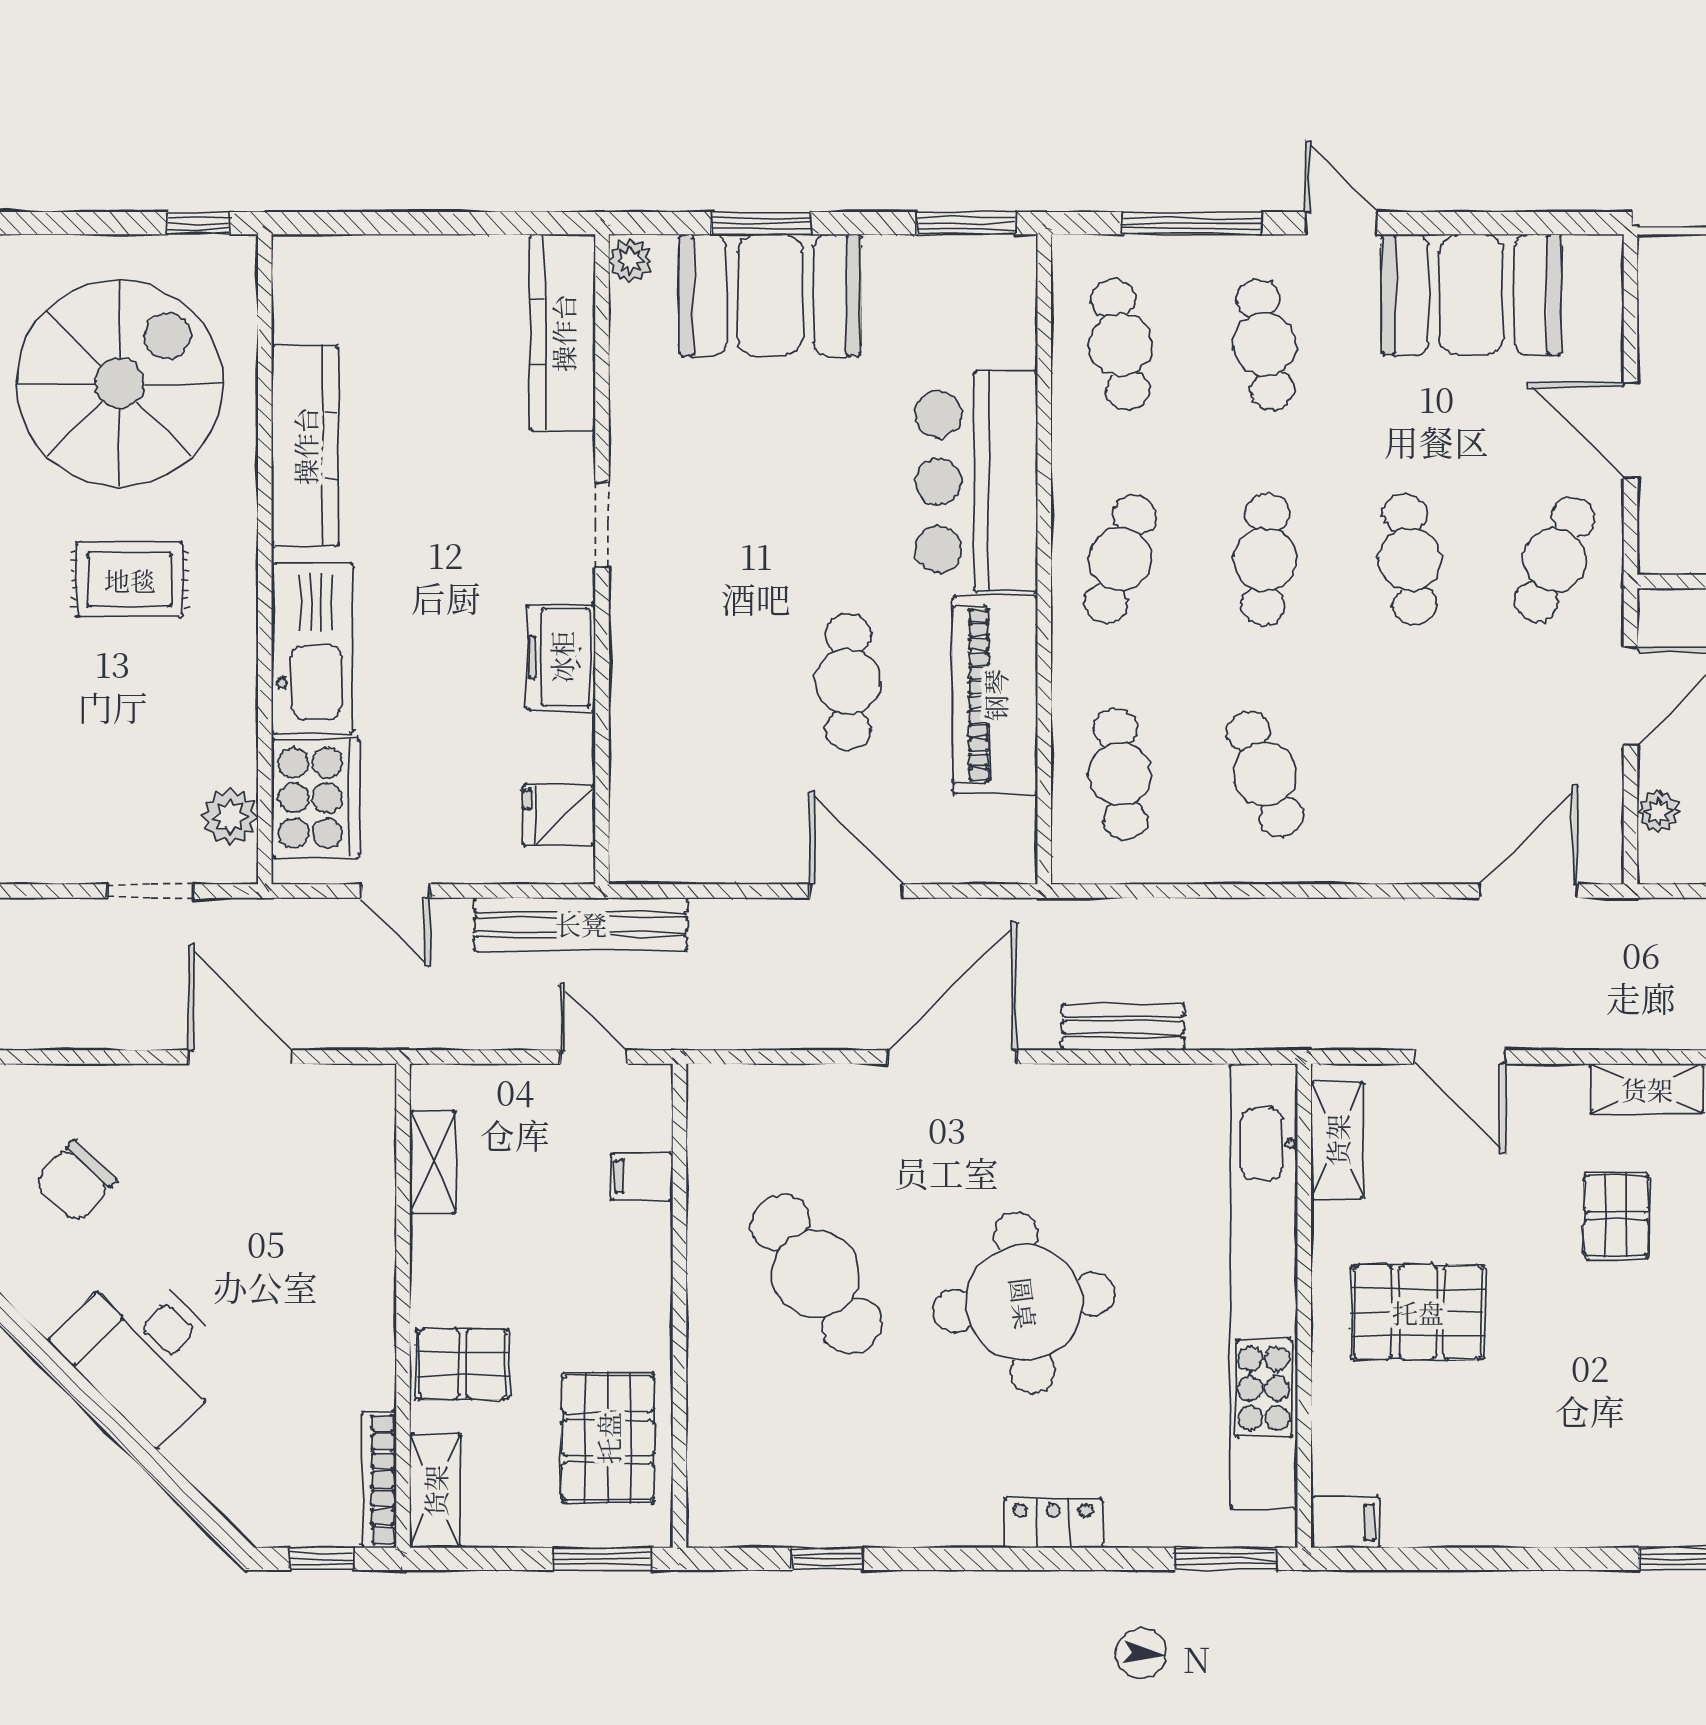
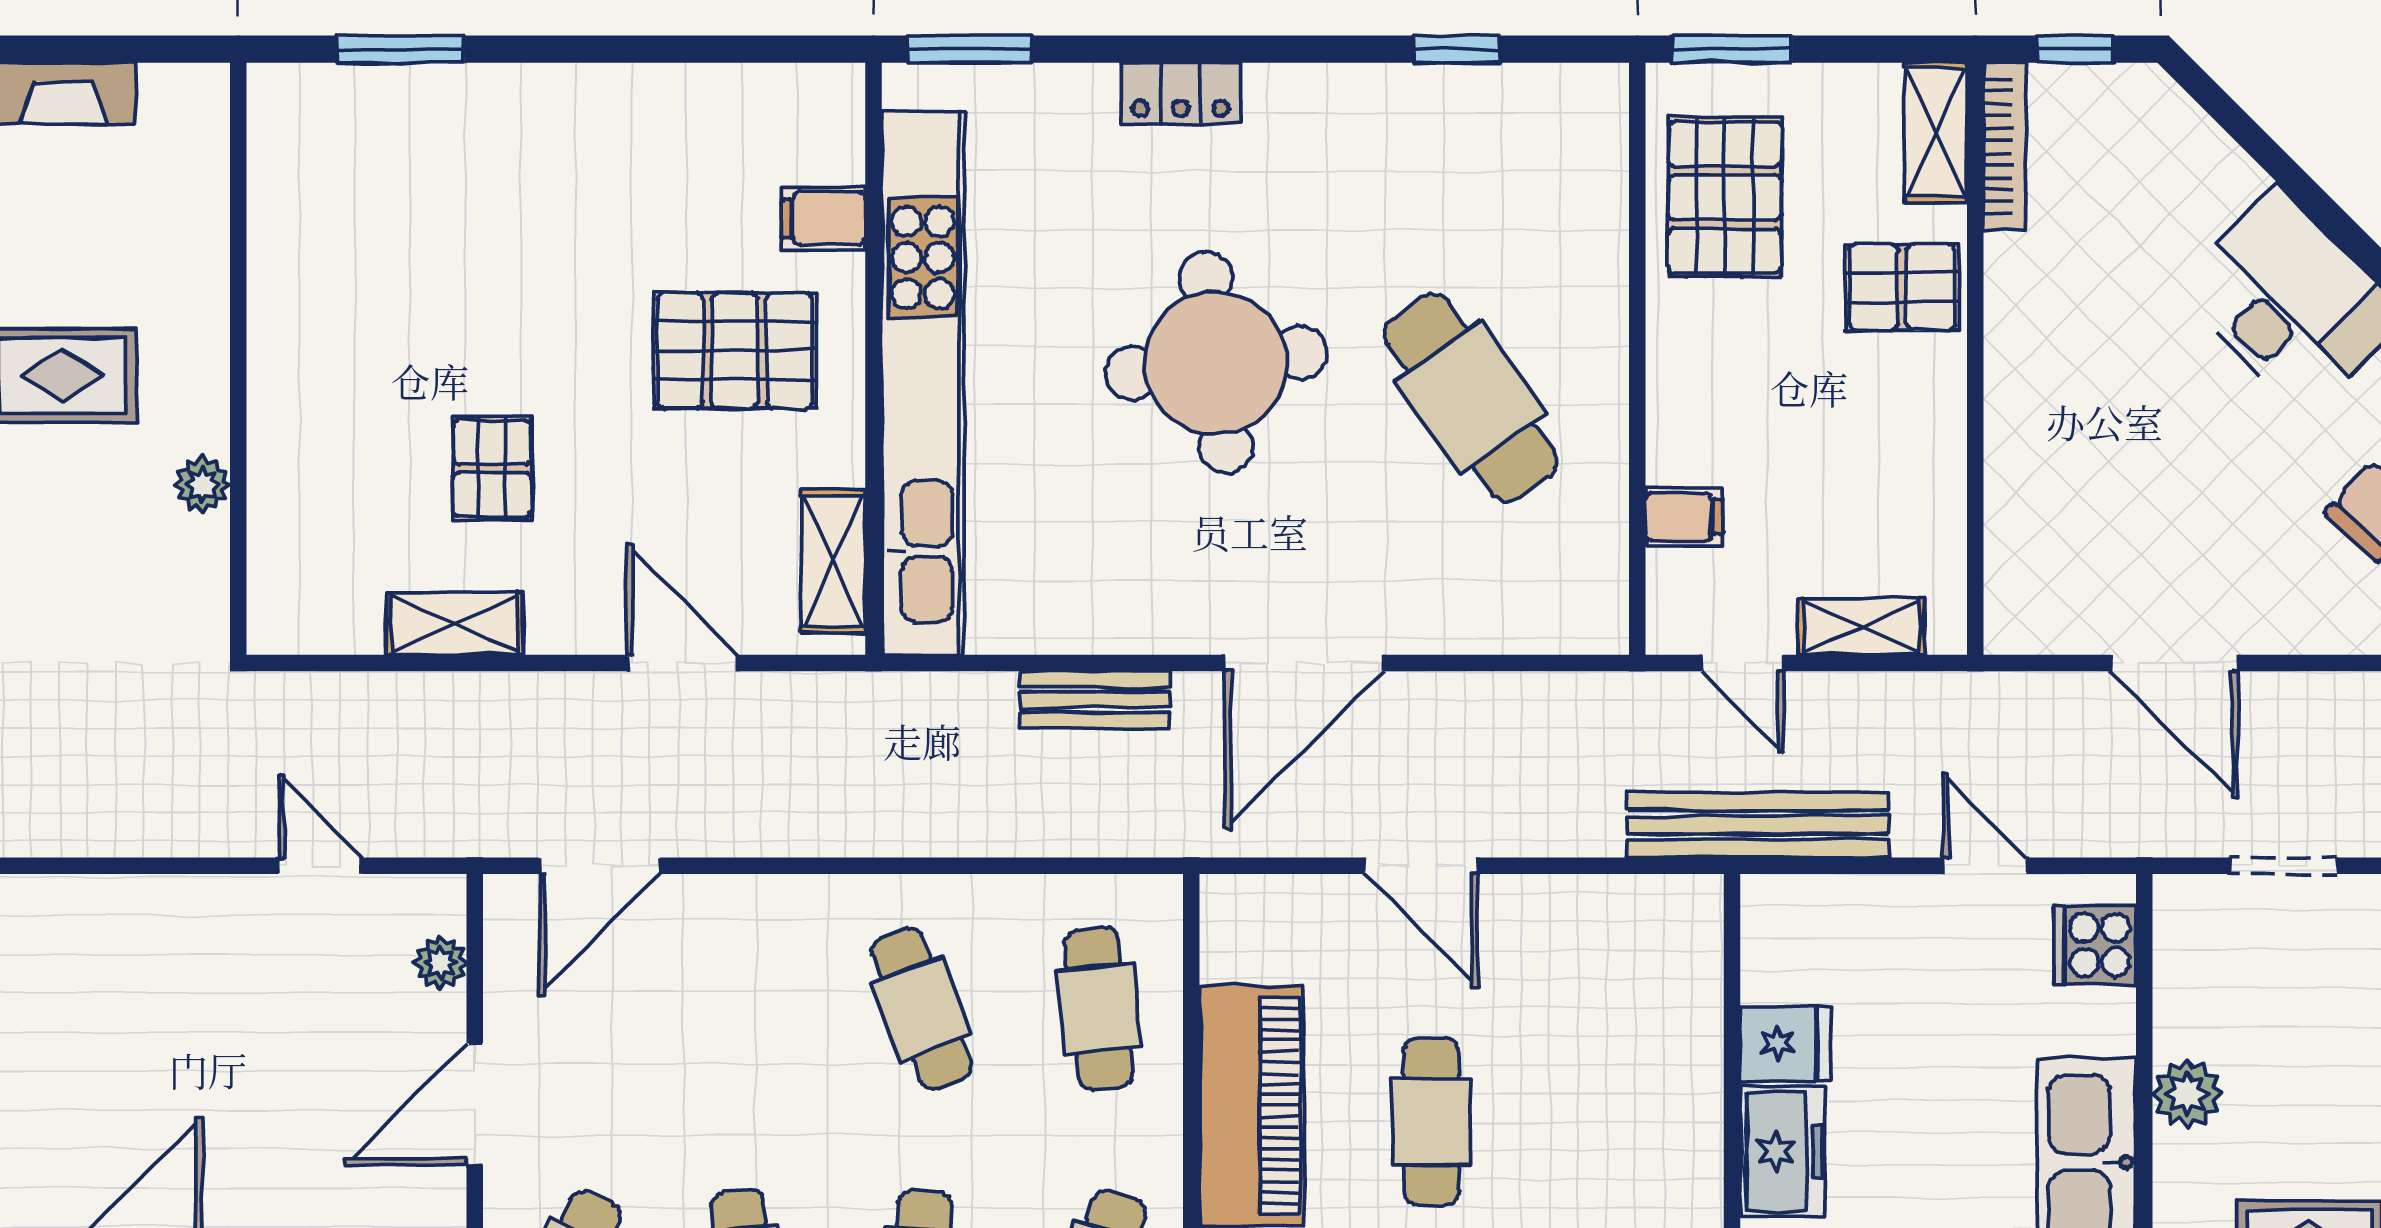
cooker: (316, 798) -> (2095, 945), width x0.53, depth x0.76
fridge: (559, 815) -> (1785, 1044), moved
plant: (230, 817) -> (2187, 1094), moved
shelving: (433, 1162) -> (1861, 626), moved, turned 90
filing cabinet: (1345, 1522) -> (823, 219), moved

